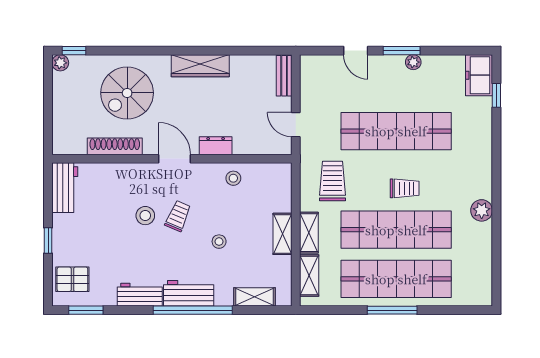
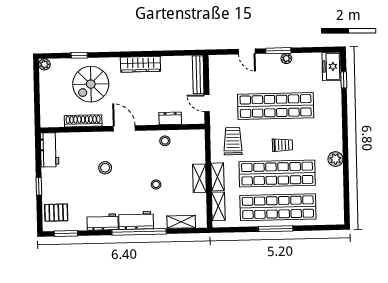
window: (74, 51) -> (79, 55), moved
bench: (284, 76) -> (198, 75), width x1.36
dresser: (216, 146) -> (170, 118), moved
trolley: (178, 216) -> (128, 168), removed

